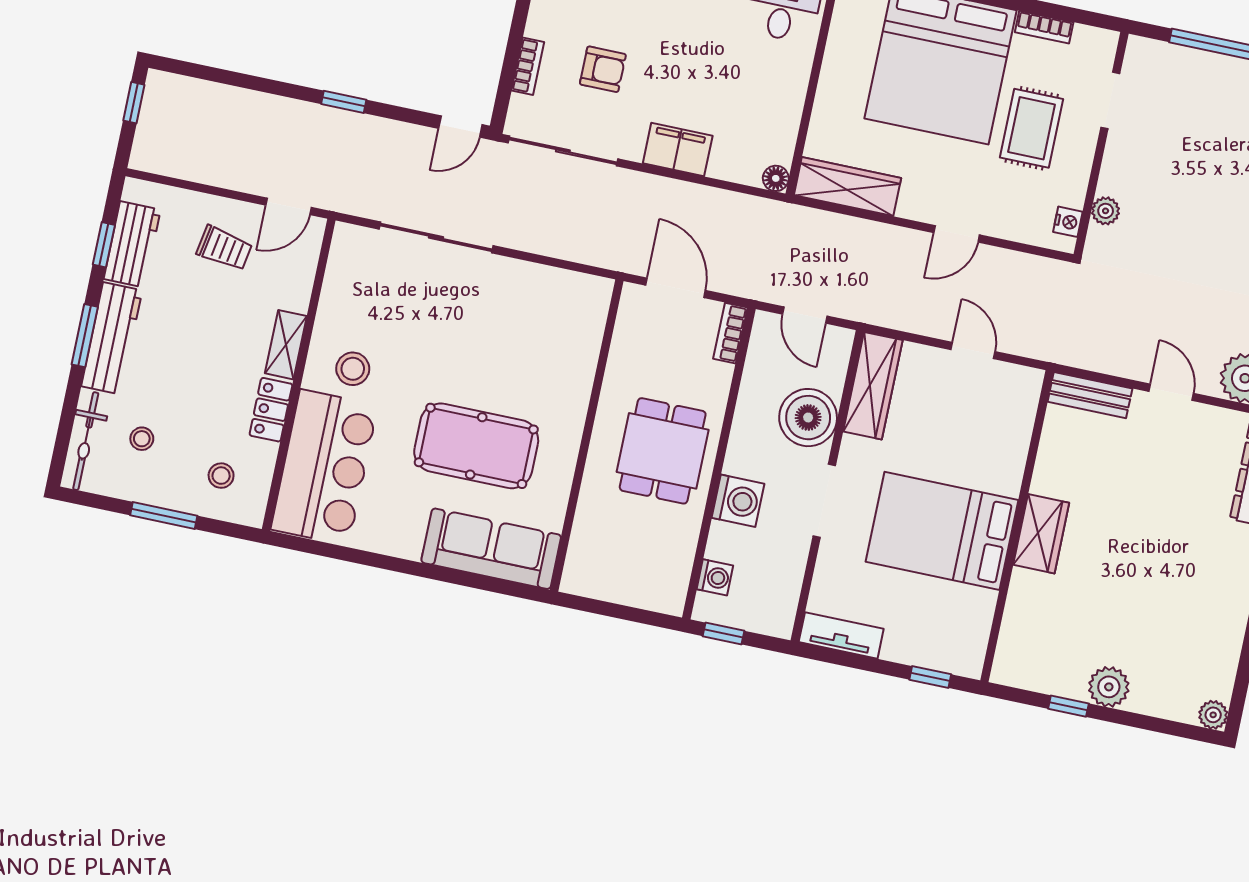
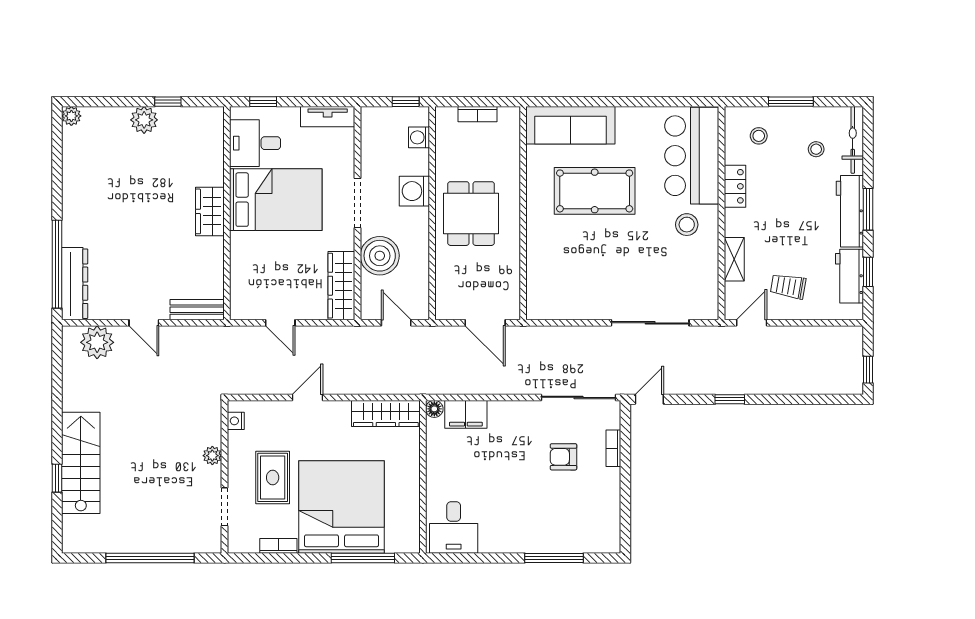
filing cabinet: (678, 150) -> (466, 414), moved
plant: (1106, 211) -> (212, 456), moved
bookcase: (730, 333) -> (478, 114), moved, turned 90
shelving: (286, 345) -> (734, 259), moved
desk: (955, 619) -> (255, 143), added

